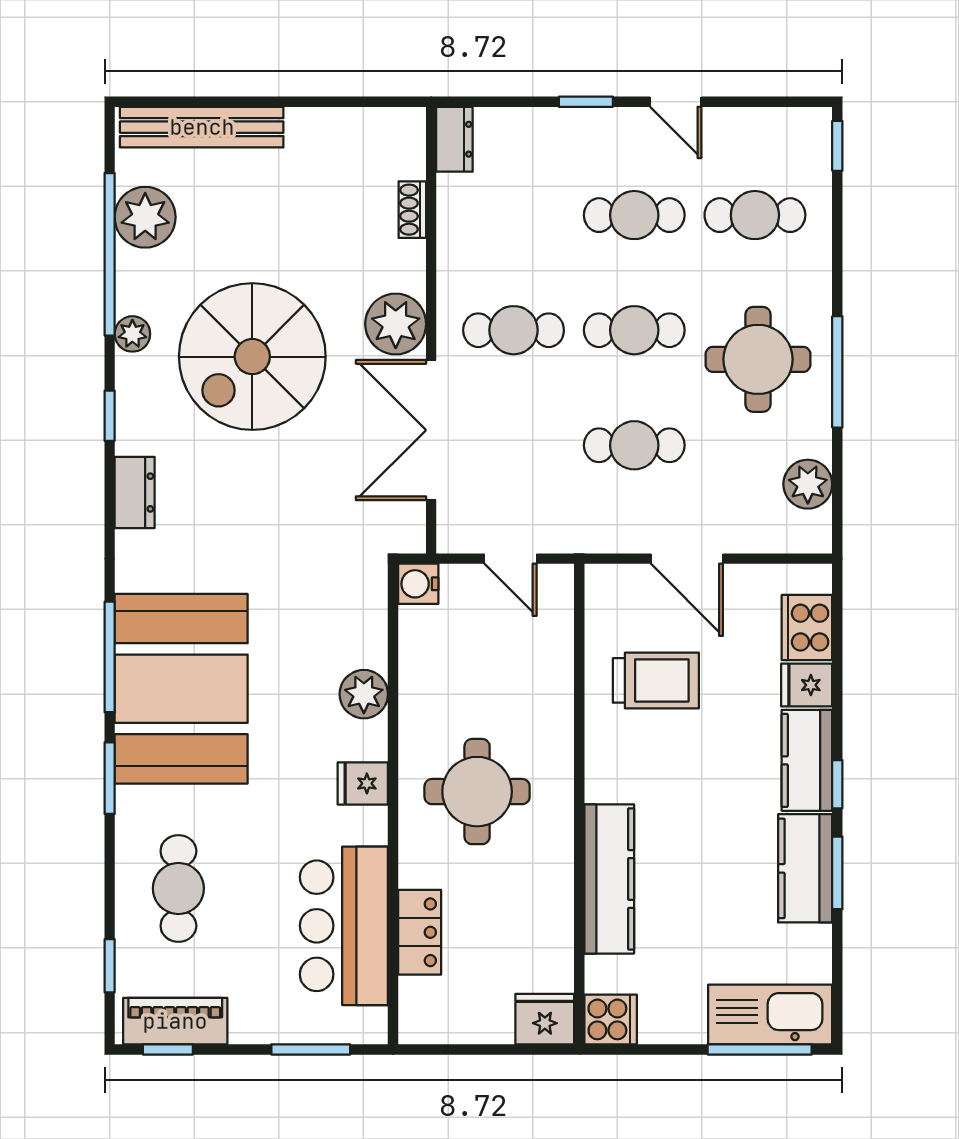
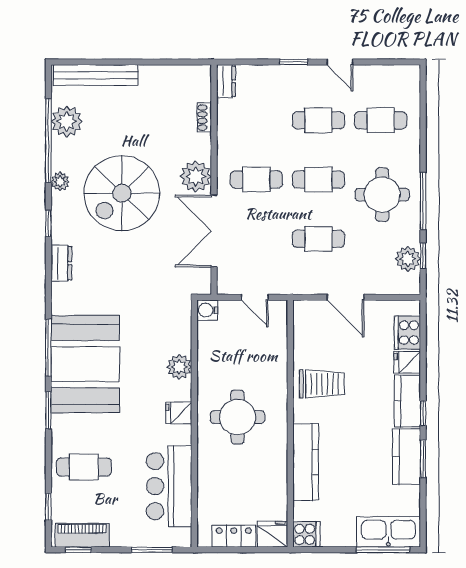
window: (837, 146) -> (423, 256), moved
trolley: (656, 680) -> (322, 384), moved
cafe table: (178, 888) -> (84, 467), turned 90
locker: (420, 932) -> (234, 536), moved, turned -90

